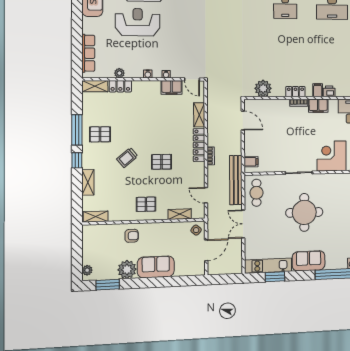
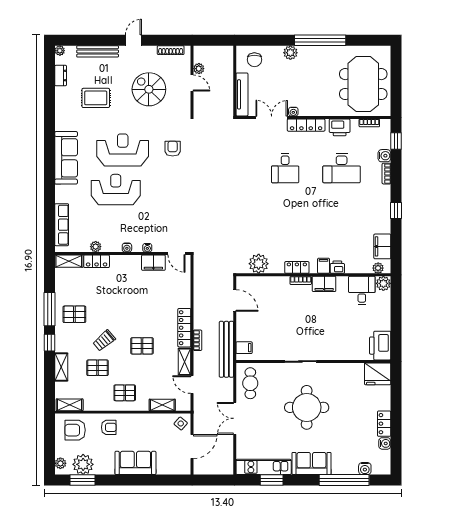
shelving: (199, 115) -> (185, 362), moved
corner desk: (331, 156) -> (340, 343), removed
bench: (236, 180) -> (226, 349), moved
pallet: (121, 182) -> (98, 368), added
armchair: (101, 239) -> (75, 430), added
plant: (127, 269) -> (83, 464), moved

